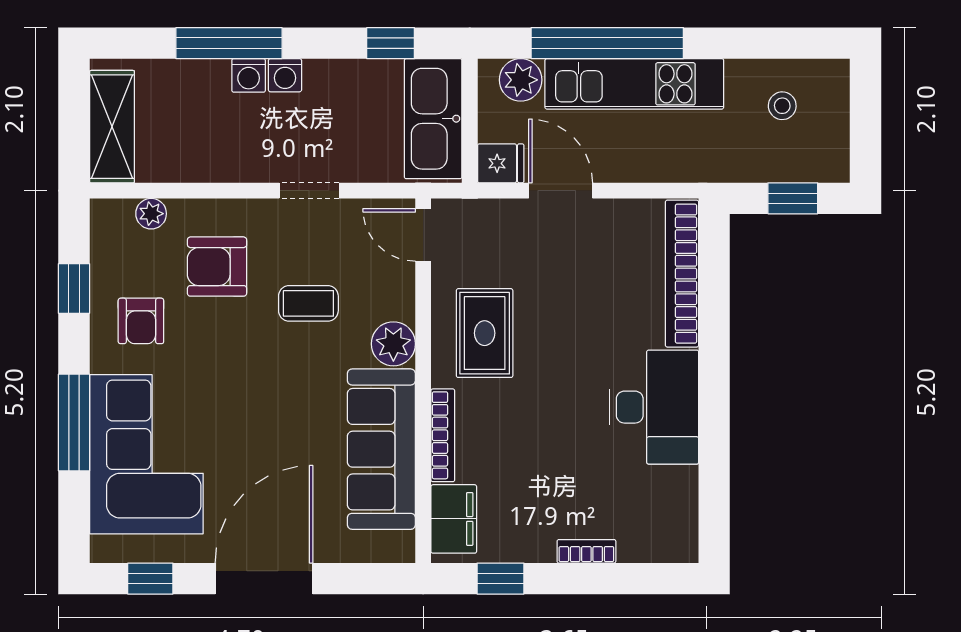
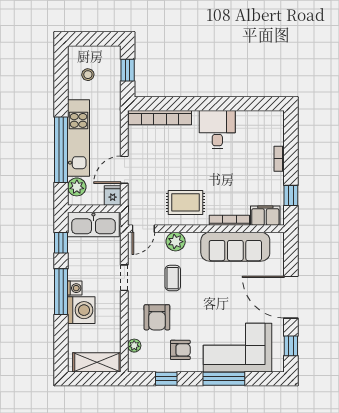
window: (229, 43) -> (61, 292), moved
washing machine: (249, 75) -> (81, 310), width x1.89, depth x1.89
plant: (393, 344) -> (176, 242), moved
desk: (654, 407) -> (217, 130), width x0.73

